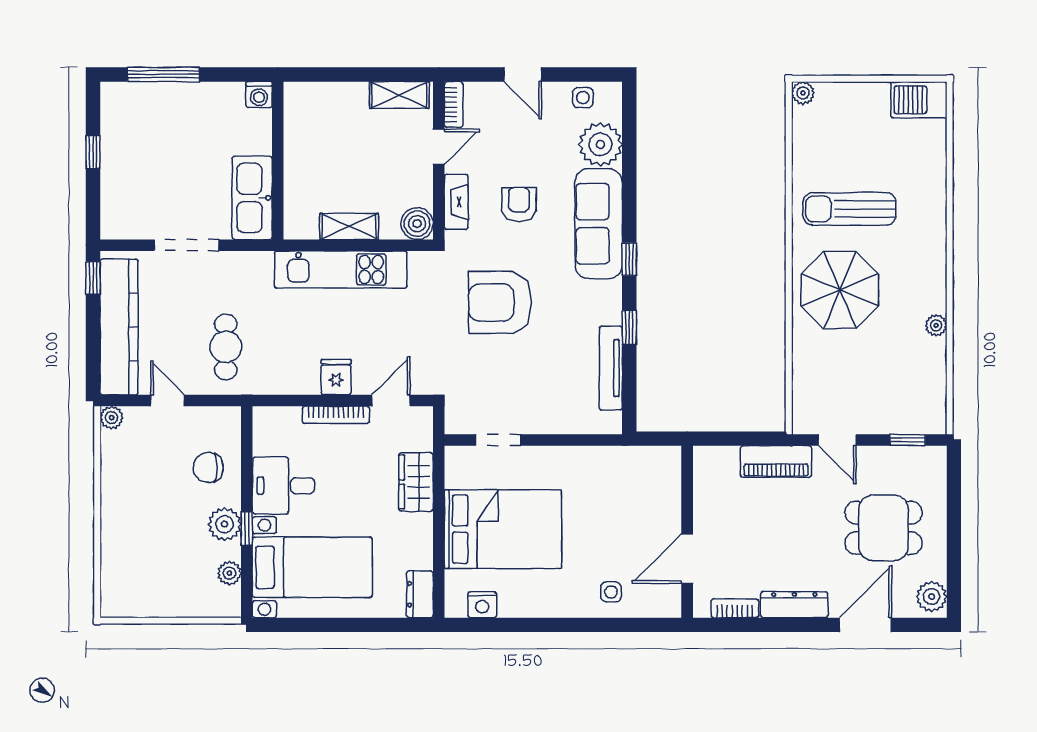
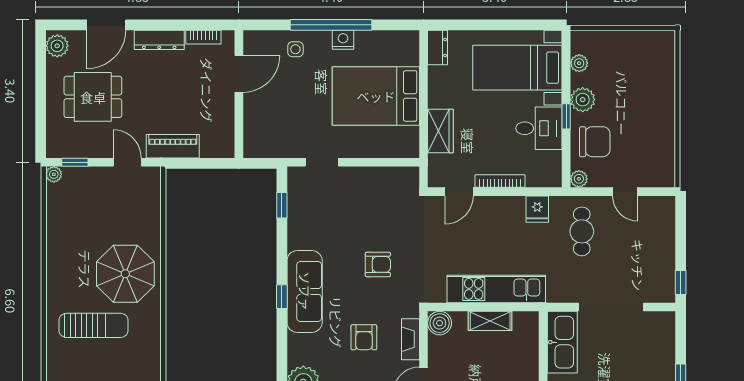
sun lounger: (850, 209) -> (94, 325), moved
sofa: (599, 224) -> (305, 291), moved
doorway: (186, 245) -> (611, 307), width x1.36
armchair: (500, 302) -> (378, 264), width x0.53, depth x0.53
plant: (936, 325) -> (54, 174), moved
kitchen counter: (119, 327) -> (661, 246), removed
window: (629, 328) -> (282, 205), moved
tv unit: (611, 368) -> (296, 216), removed
fridge: (336, 377) -> (537, 209), moved
plant: (112, 418) -> (579, 179), moved
doorway: (498, 440) -> (322, 162), moved
chair: (208, 468) -> (595, 142), width x1.37, depth x1.37
window: (247, 528) -> (566, 116), moved
nightstand: (482, 605) -> (343, 40), moved
window: (563, 625) -> (331, 25), added

